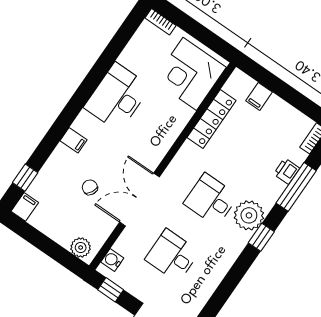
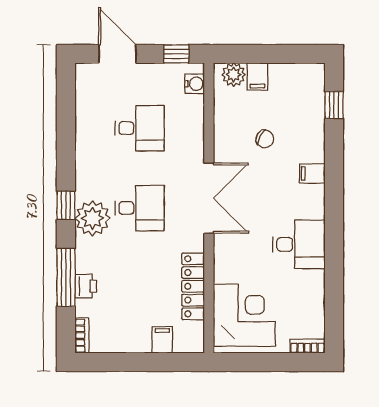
desk: (117, 97) -> (299, 244), width x0.73
double door: (139, 200) -> (209, 198), moved
filing cabinet: (25, 207) -> (257, 76), moved

